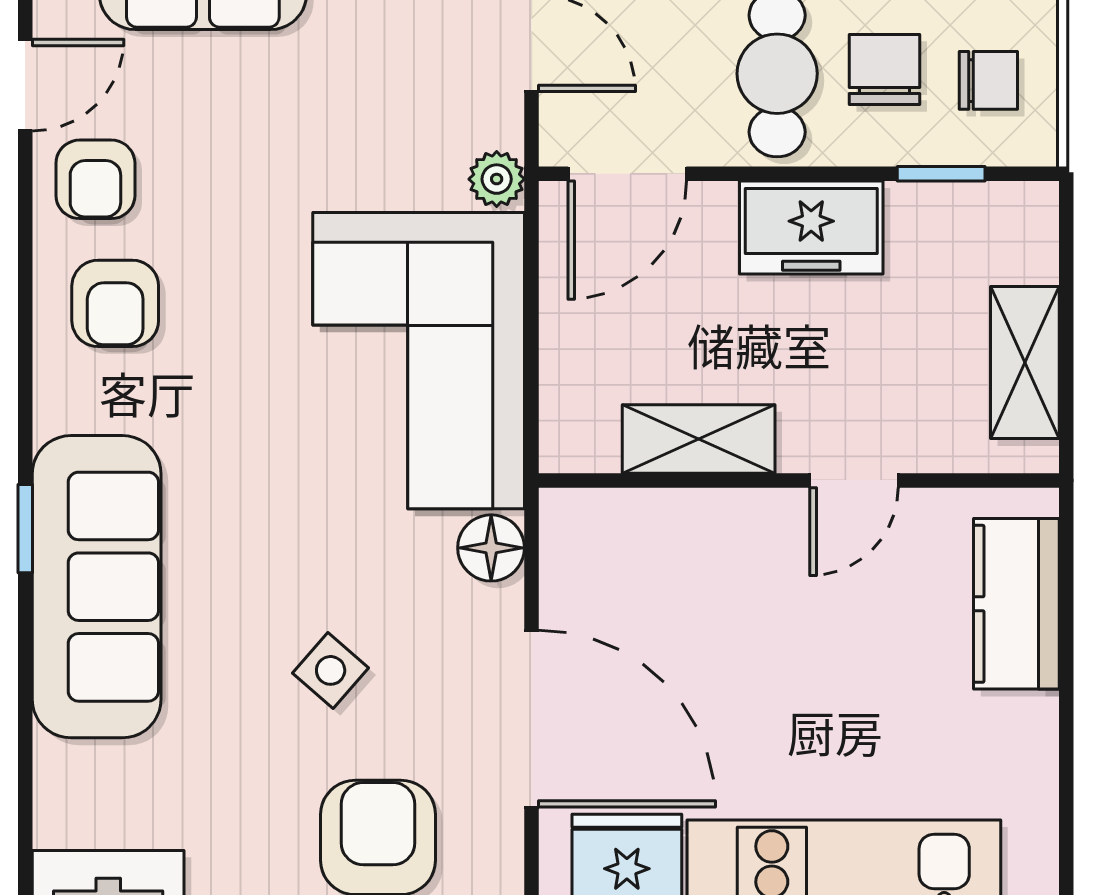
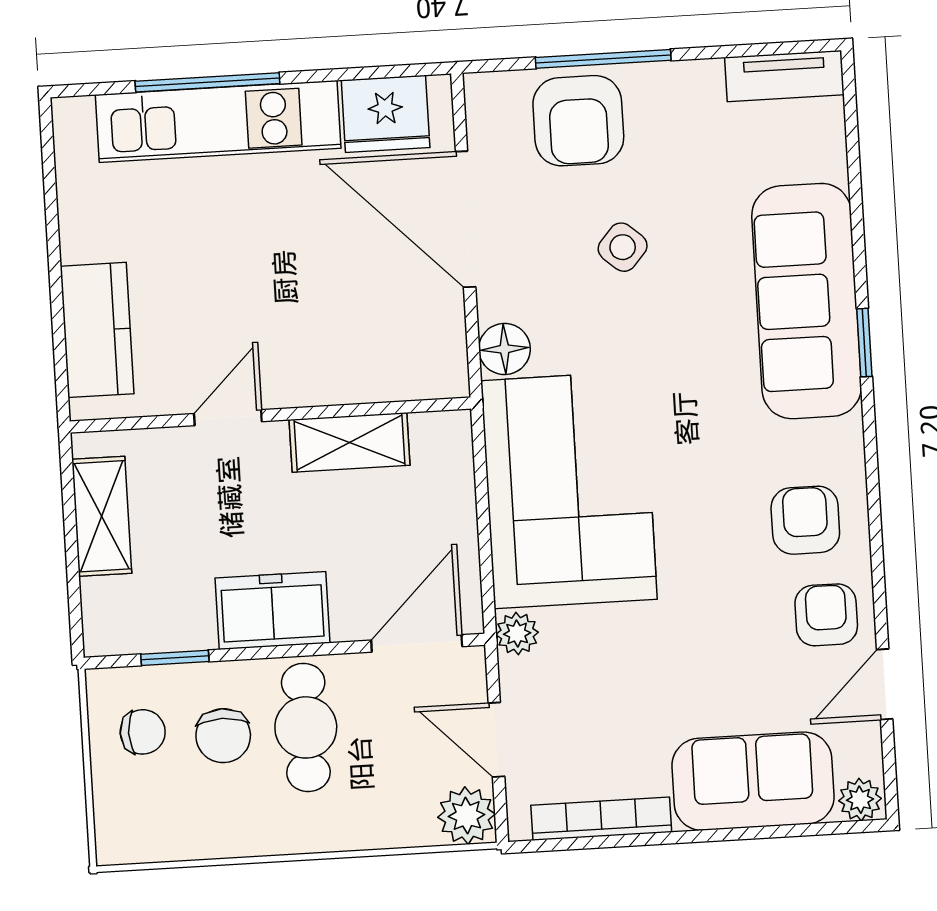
chair: (988, 80) -> (143, 732), turned 180

